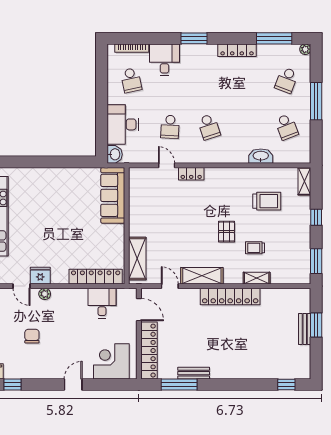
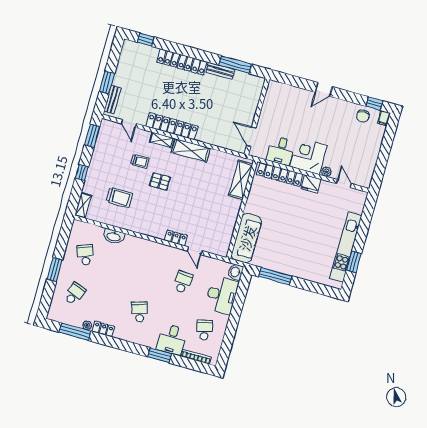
window: (194, 38) -> (160, 355), moved
plant: (305, 49) -> (87, 325), moved
locker: (237, 50) -> (103, 329), width x0.66
window: (316, 101) -> (55, 270), width x0.69
school desk: (209, 127) -> (139, 312), moved
window: (69, 162) -> (275, 276), added
trolley: (267, 201) -> (119, 197), turned 180
pallet: (226, 232) -> (160, 181), turned 90
fridge: (40, 276) -> (311, 184), moved
shelving: (257, 278) -> (162, 140), moved
door: (170, 286) -> (129, 124), moved
bench: (305, 329) -> (112, 99), moved
chair: (32, 336) -> (363, 116), moved
locker: (149, 351) -> (182, 62), moved, turned -90
corner desk: (111, 361) -> (309, 156), moved, turned 180

